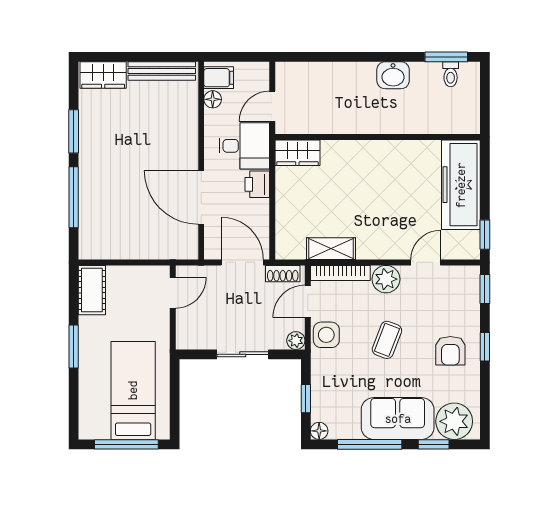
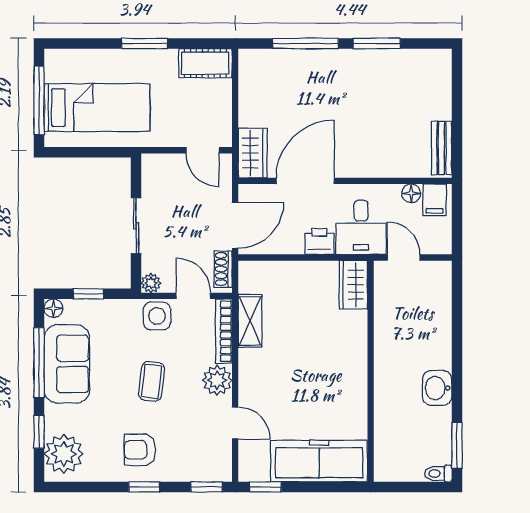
bench: (162, 71) -> (442, 148), width x0.73
toilet: (451, 74) -> (438, 473), moved
wardrobe: (103, 75) -> (253, 153), moved, turned 180
coffee table: (387, 340) -> (152, 381), turned 76
sofa: (398, 419) -> (67, 364), moved

